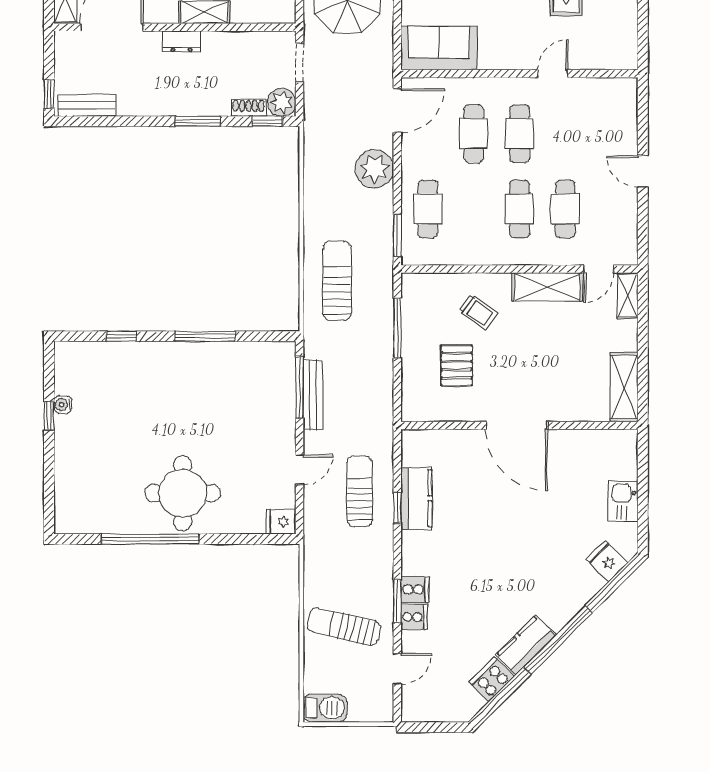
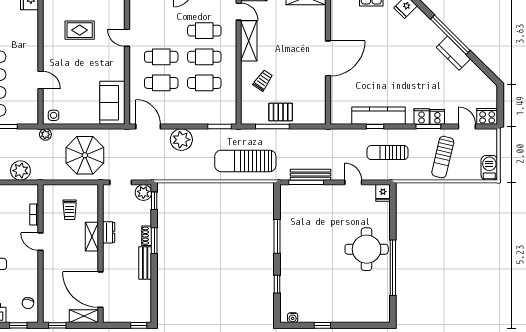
dresser: (181, 41) -> (109, 232), moved
bench: (87, 105) -> (145, 263), moved
shoe rack: (248, 108) -> (147, 236), moved
cafe table: (428, 209) -> (204, 83), moved
sun lounger: (337, 281) -> (245, 161), width x1.36, depth x1.34
pallet: (457, 366) -> (281, 112), moved
water cooler: (63, 405) -> (293, 318), moved
sun lounger: (360, 491) -> (388, 153), moved
kitchen counter: (416, 498) -> (378, 116), width x1.50
cooker: (492, 680) -> (487, 116), moved, turned 135

